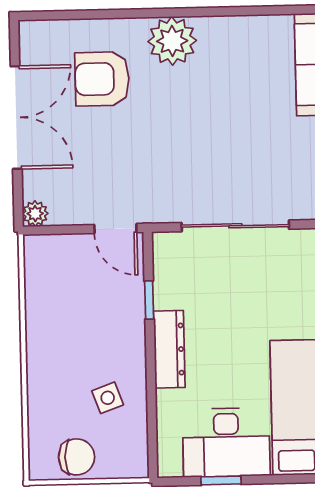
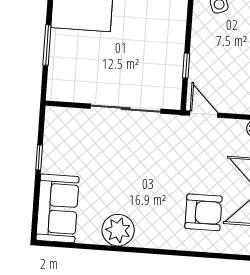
plant: (172, 41) -> (118, 230), moved
dresser: (169, 349) -> (176, 32), removed

